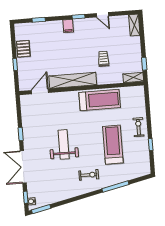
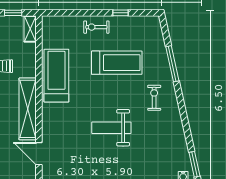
treadmill: (113, 145) -> (117, 63), turned 180

